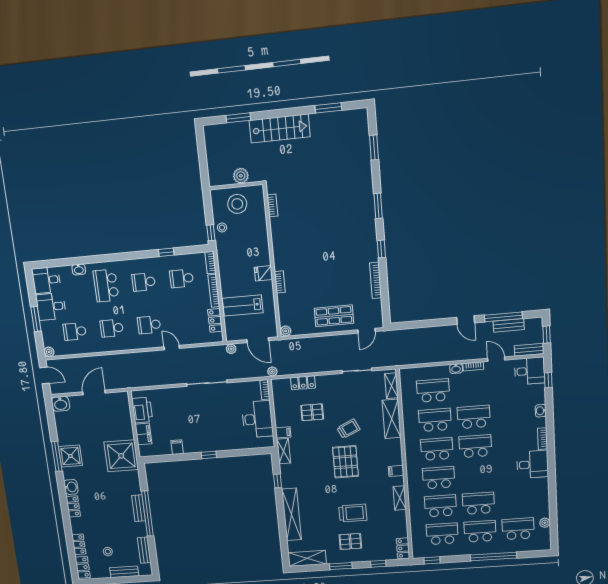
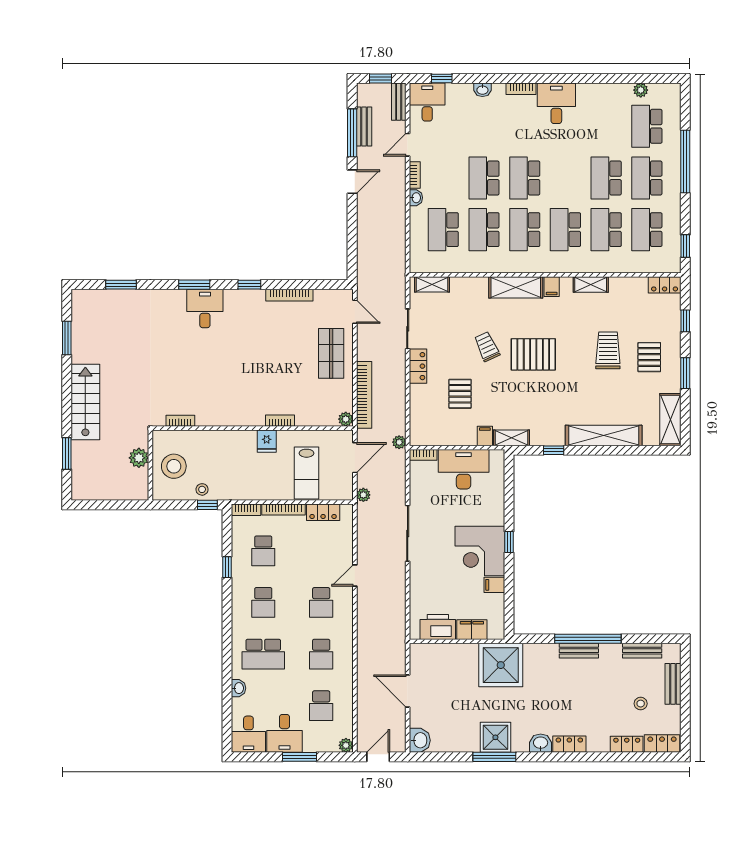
desk: (360, 216) -> (205, 308), added
bookcase: (305, 343) -> (364, 395), added
locker: (303, 383) -> (418, 366), moved
shelving: (392, 419) -> (516, 287), moved
corner desk: (200, 435) -> (480, 551), added

